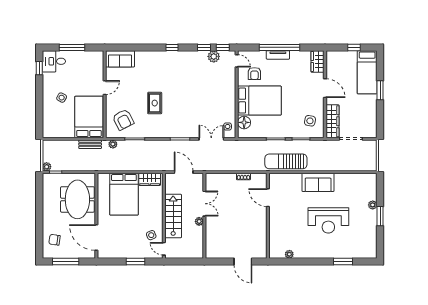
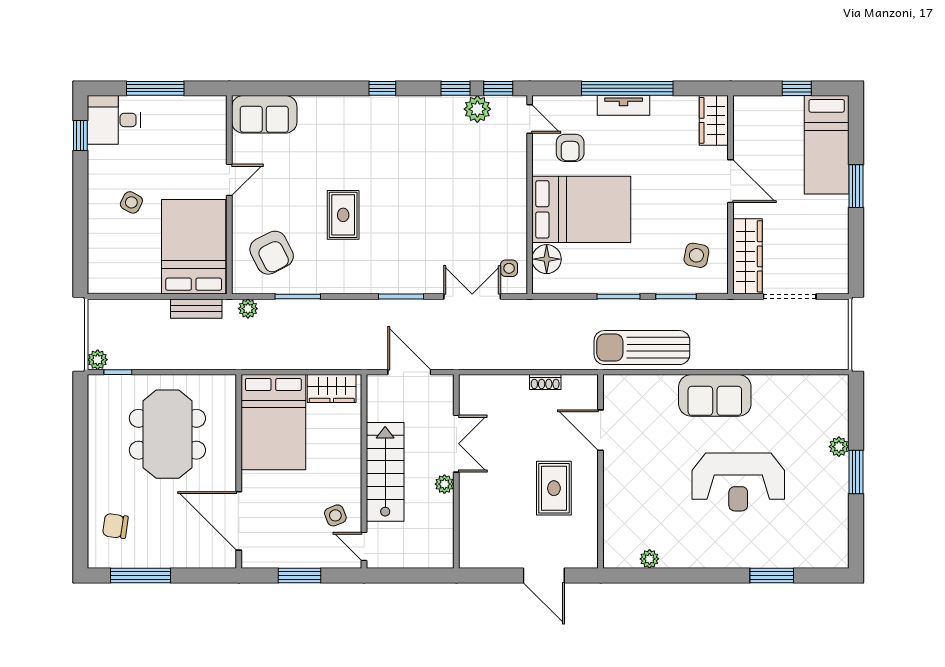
wall: (96, 216) -> (239, 471), moved
rug: (247, 223) -> (554, 488), added
door: (96, 238) -> (239, 521), moved

